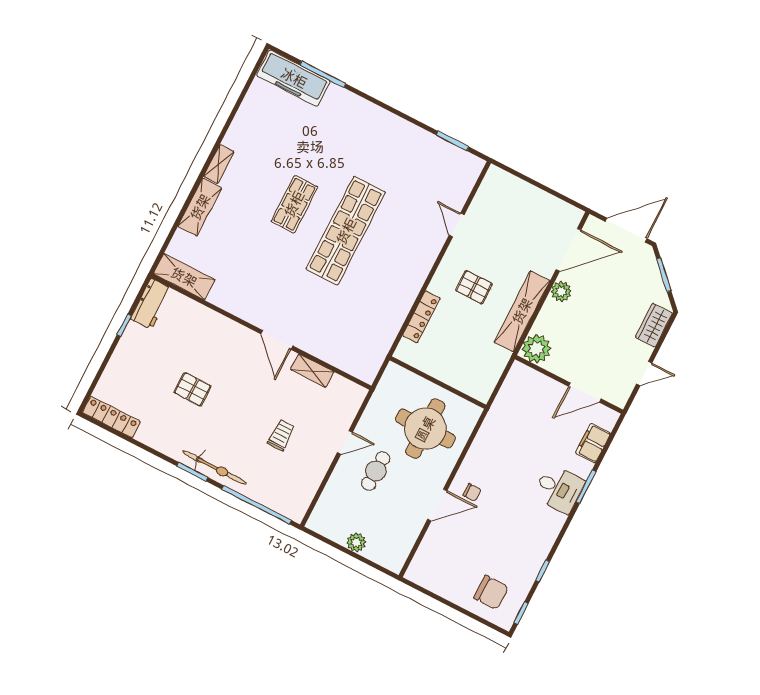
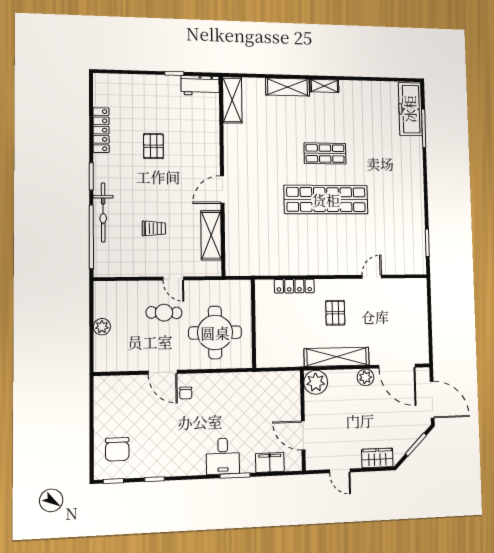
shelving: (312, 371) -> (211, 235), width x1.50, depth x1.33
locker: (111, 417) -> (101, 130), moved
bicycle: (214, 468) -> (103, 212), moved

